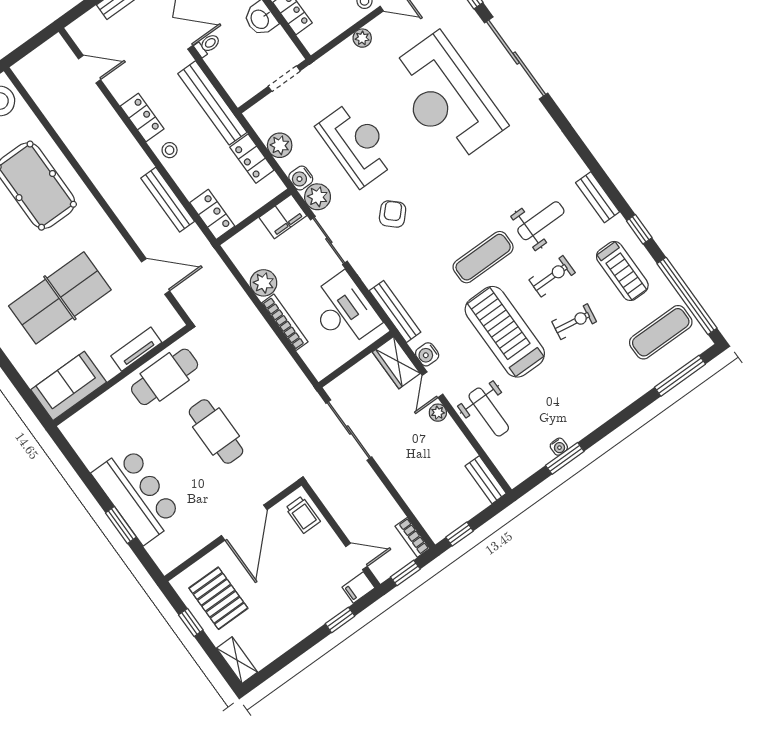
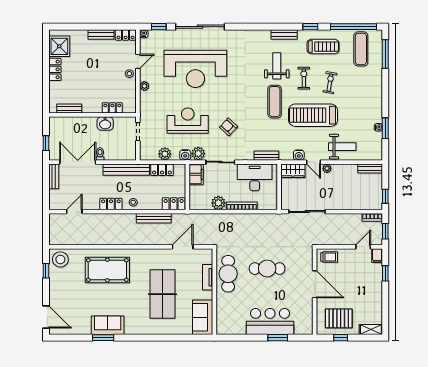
bench: (395, 311) -> (266, 156), width x0.73

